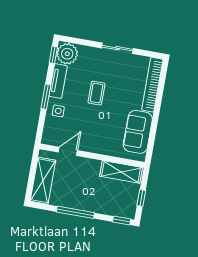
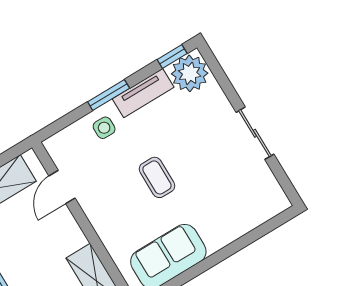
bookcase: (152, 85) -> (247, 221), removed
coffee table: (96, 93) -> (157, 177), moved, turned 90
door: (68, 151) -> (62, 187), swing flipped

